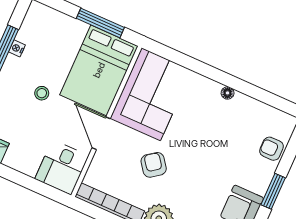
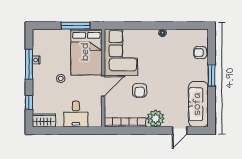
door: (101, 133) -> (103, 86), swing flipped
armchair: (154, 165) -> (140, 90), turned -143
desk: (62, 167) -> (76, 114), moved

